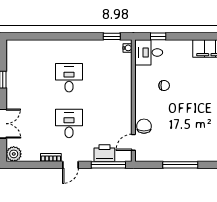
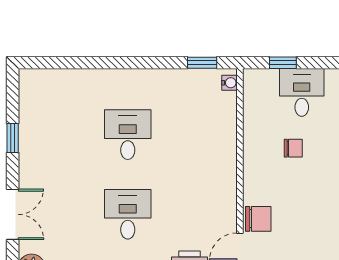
desk: (149, 52) -> (302, 92), moved, turned 90
chair: (144, 126) -> (258, 219), turned 90

